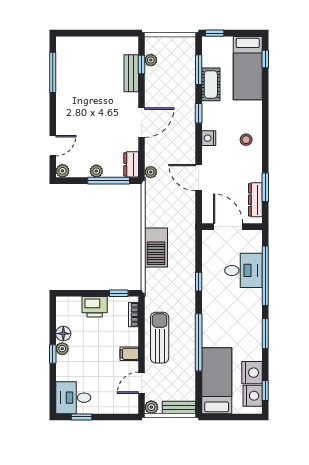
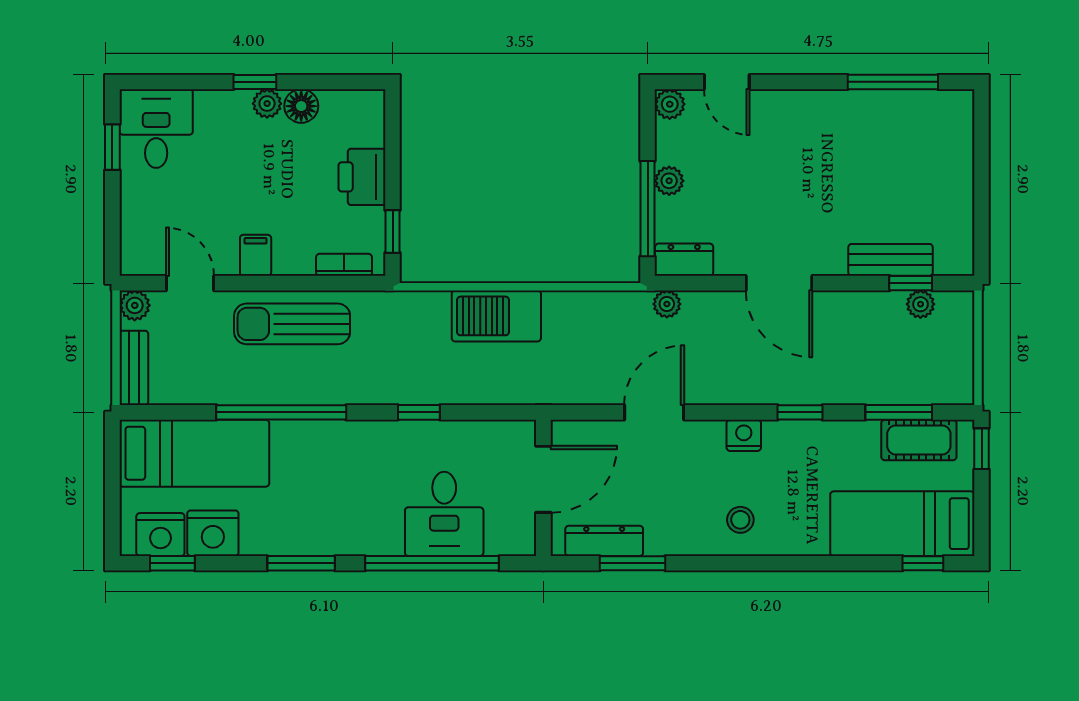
cot: (211, 84) -> (919, 440), moved
sun lounger: (160, 338) -> (292, 324), turned 180

